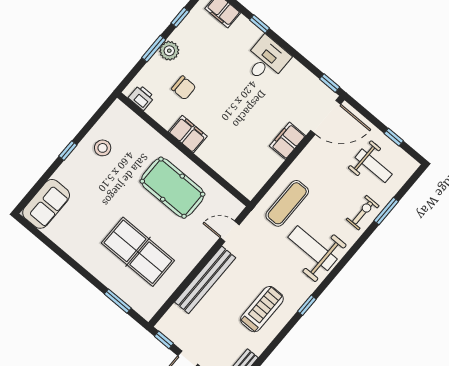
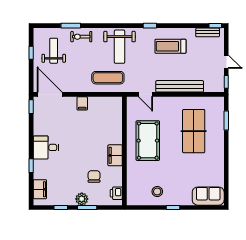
filing cabinet: (287, 141) -> (82, 103), width x0.50

